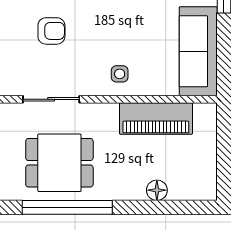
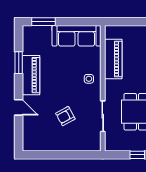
armchair: (51, 31) -> (65, 116), turned -119

